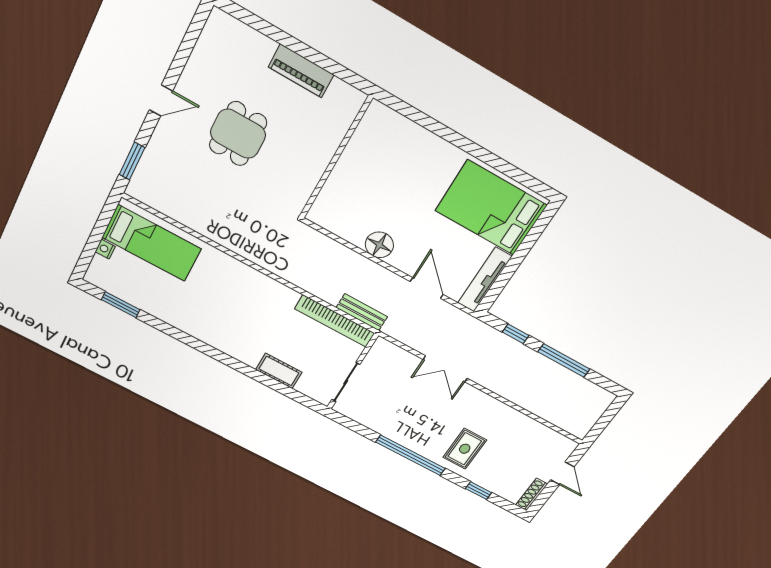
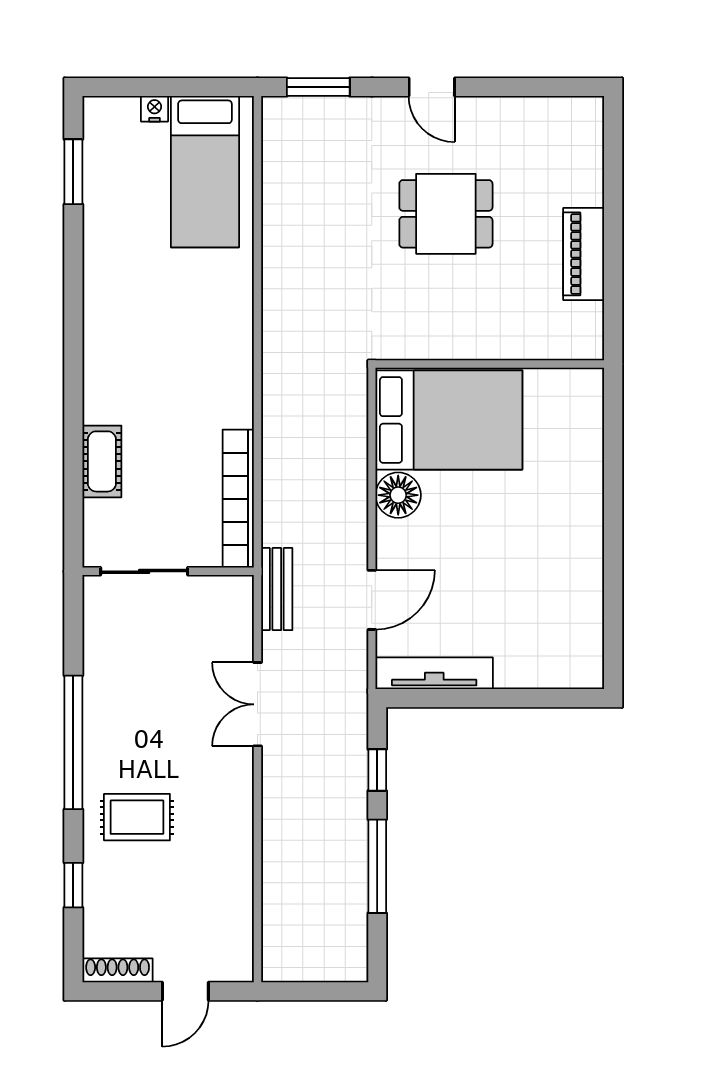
bed: (491, 208) -> (449, 420), moved, turned 90
bench: (362, 312) -> (277, 589), moved

